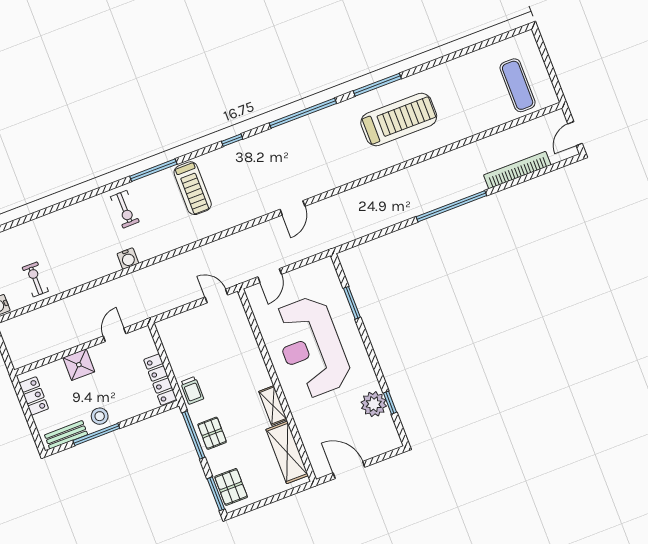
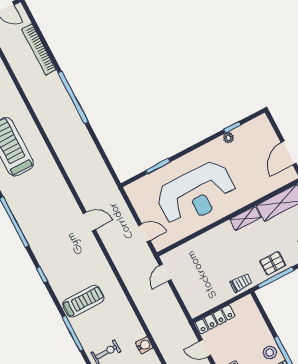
locker: (160, 380) -> (215, 319), moved
plant: (374, 404) -> (229, 138), width x0.53, depth x0.53

